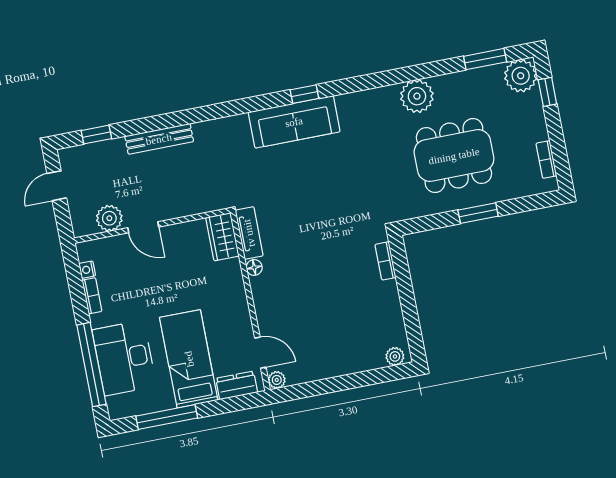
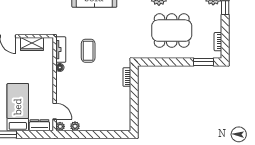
window: (478, 213) -> (204, 62), moved
coffee table: (302, 225) -> (88, 51), added
wardrobe: (222, 237) -> (32, 44), moved, turned -90
plant: (395, 356) -> (75, 126), moved

